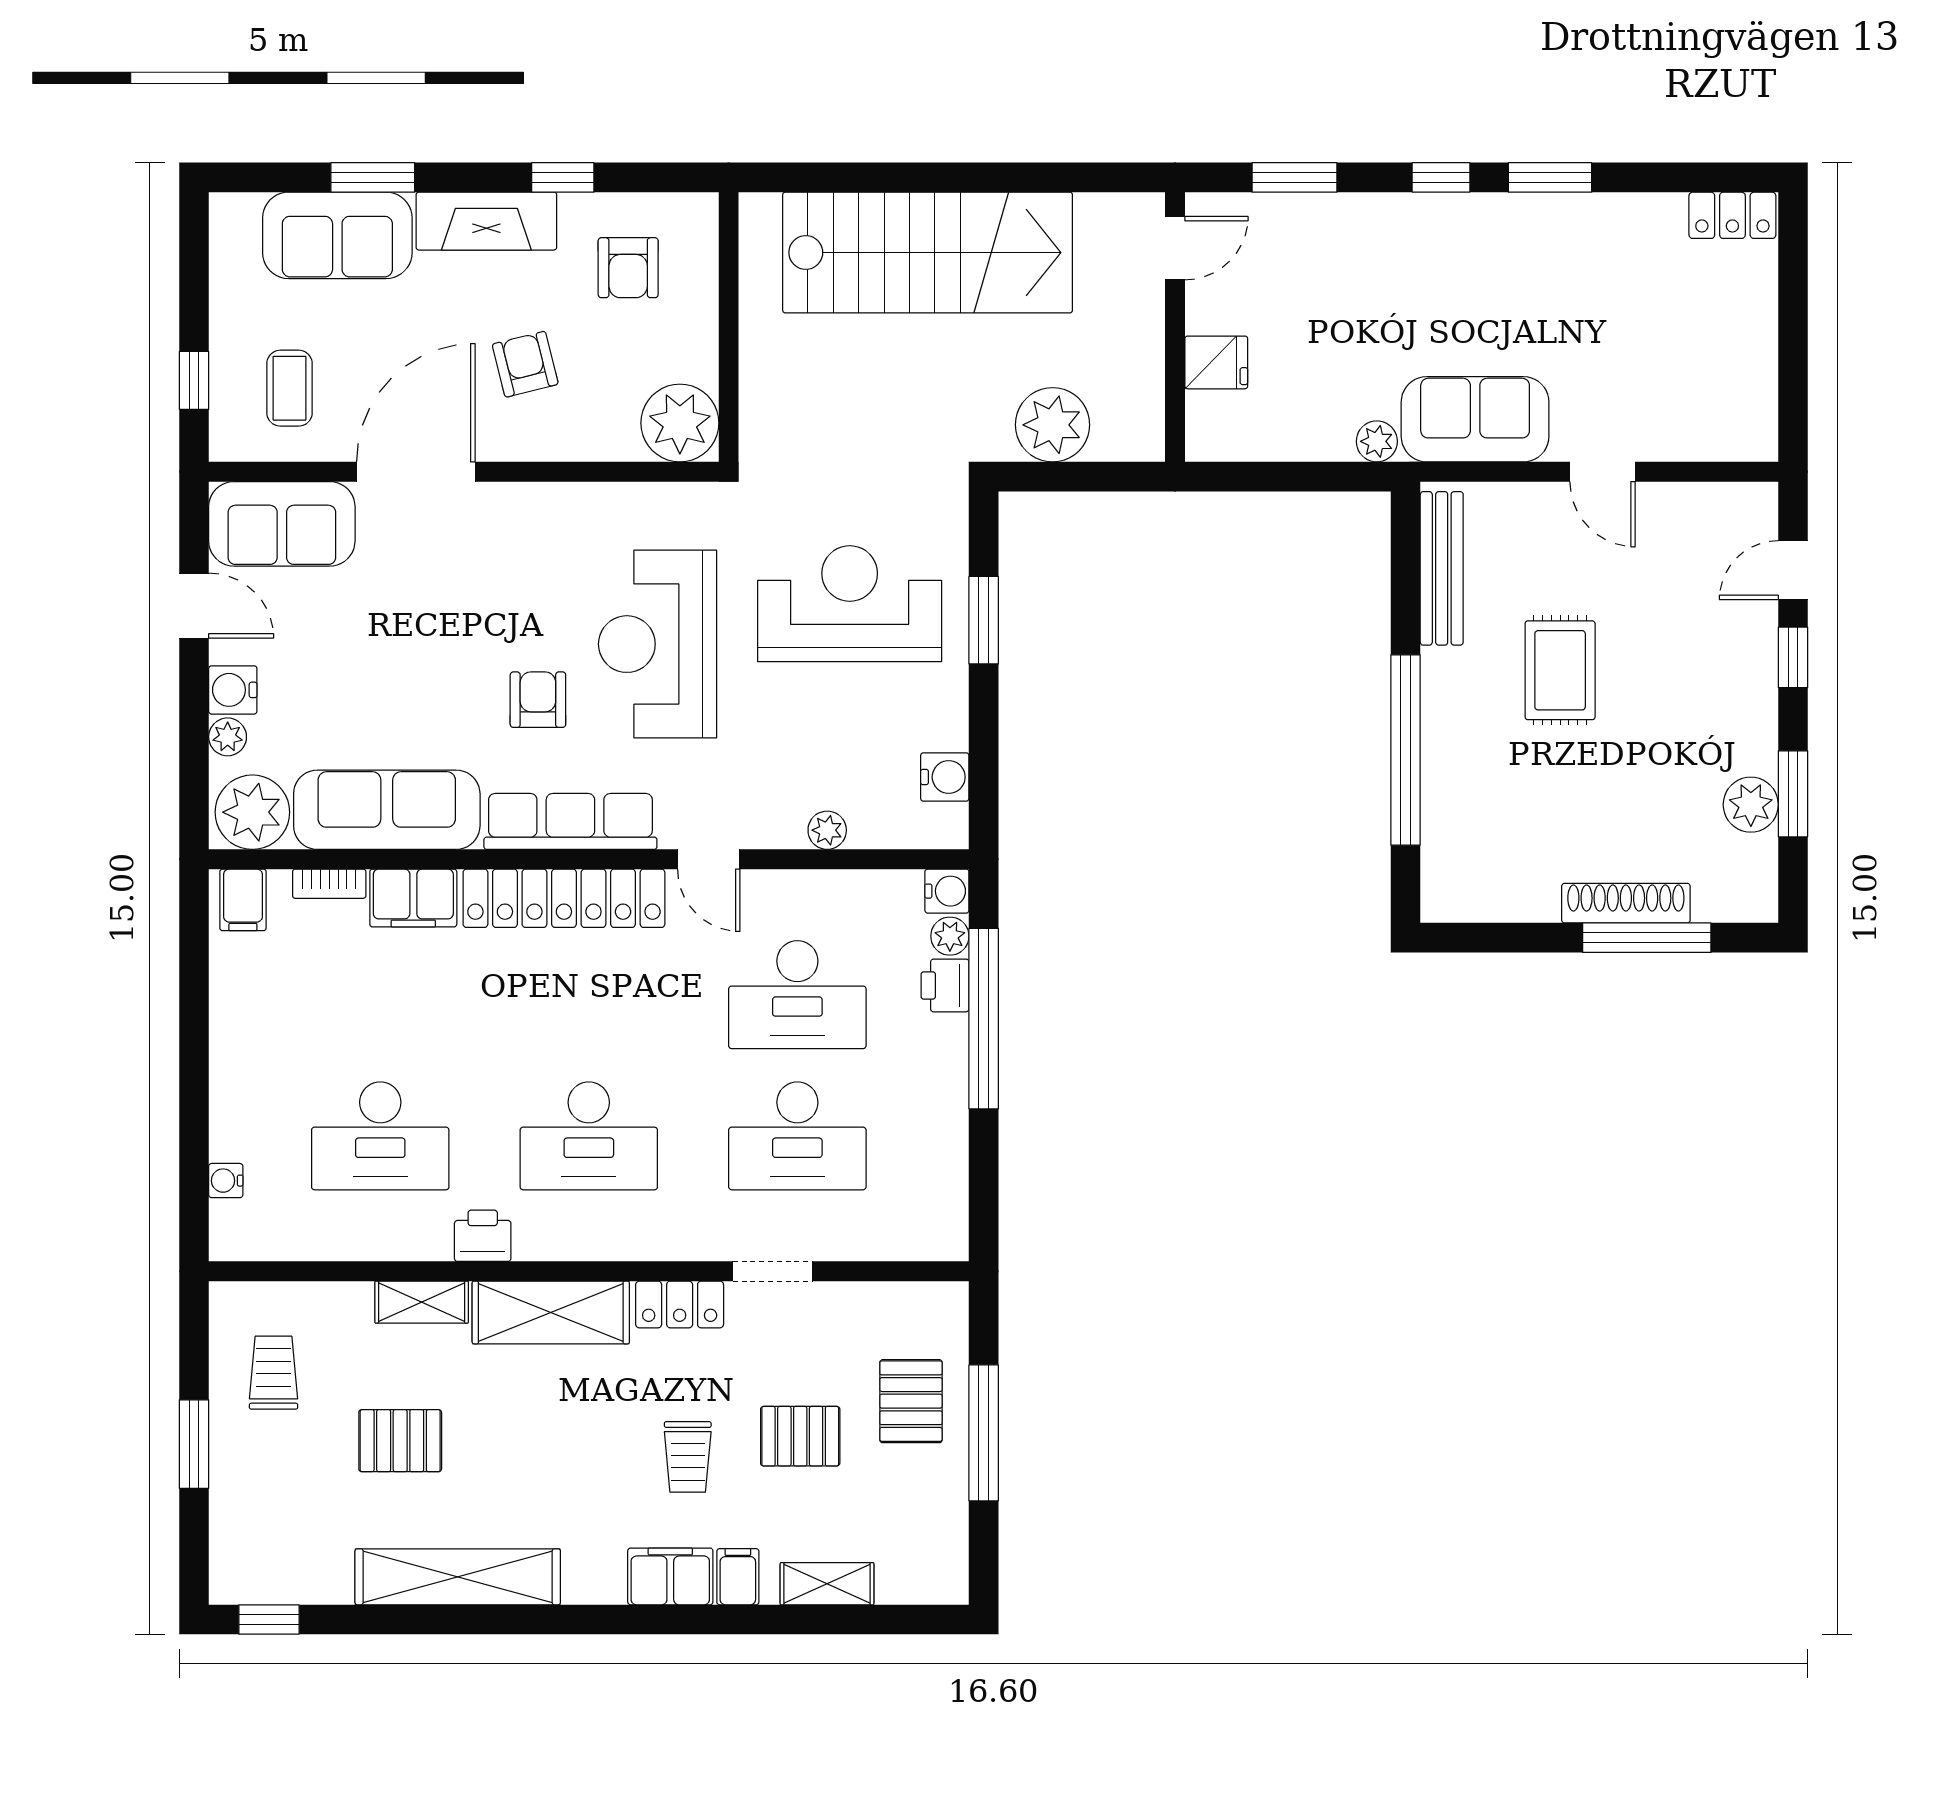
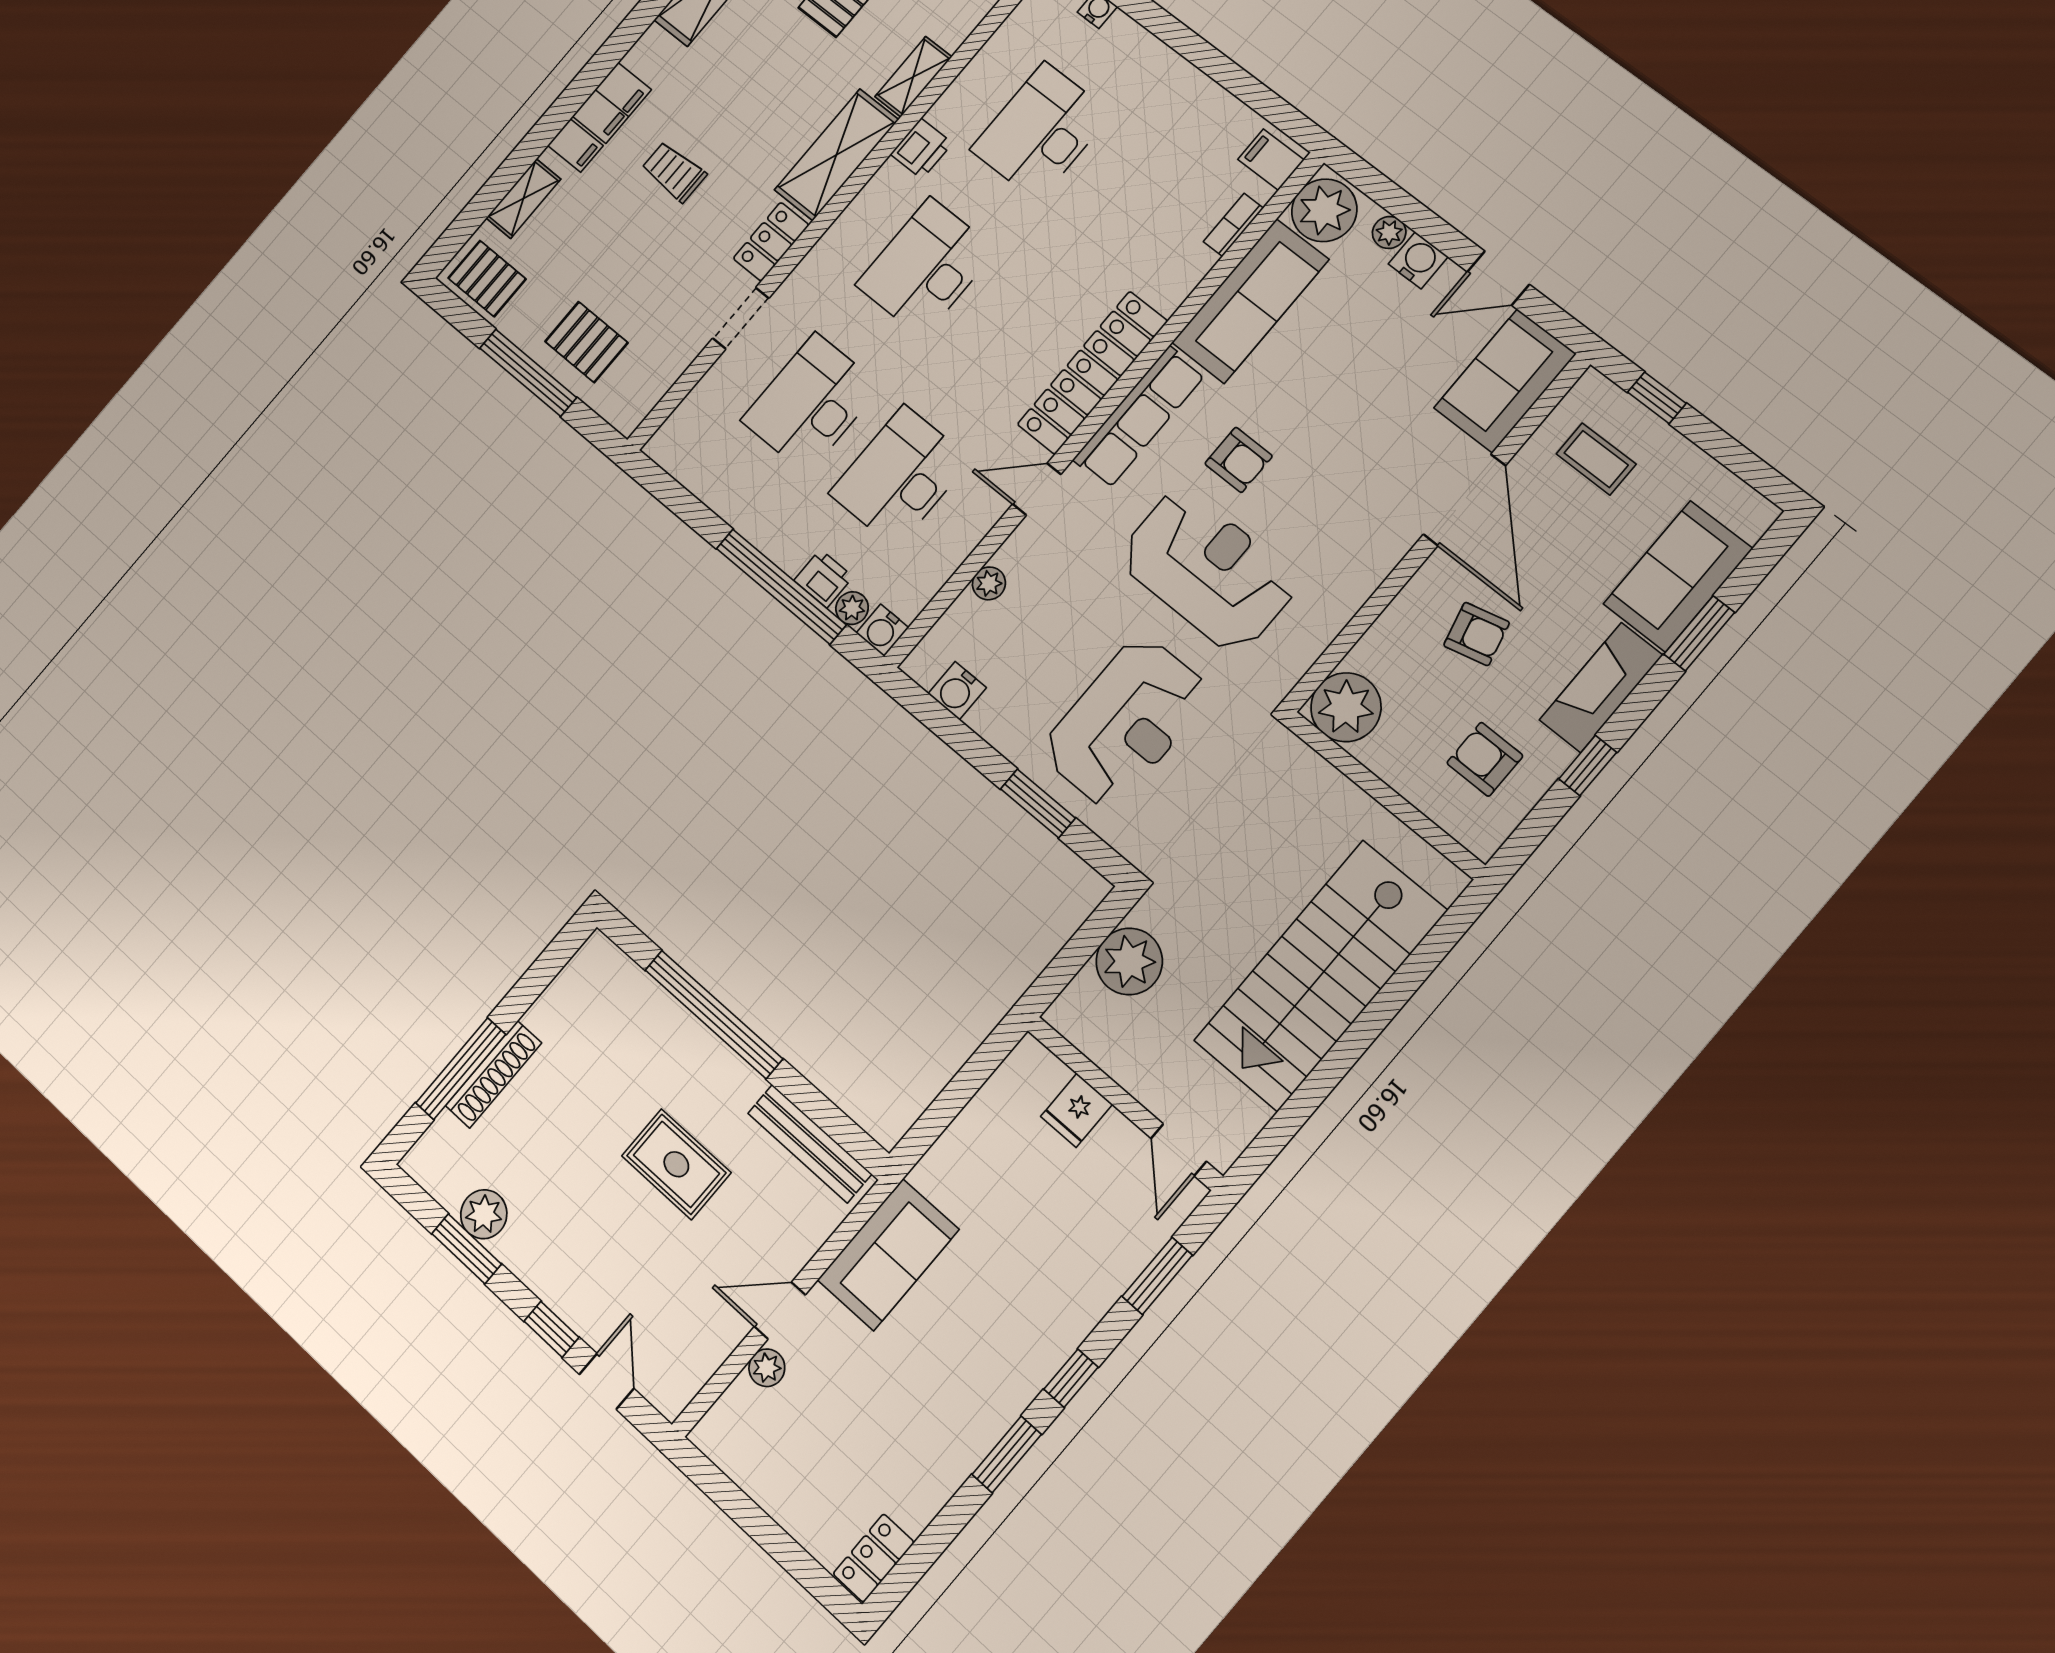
plant: (1377, 441) -> (767, 1368), moved
filing cabinet: (413, 898) -> (1177, 273), removed
pallet: (800, 1436) -> (487, 279), moved, turned 90

